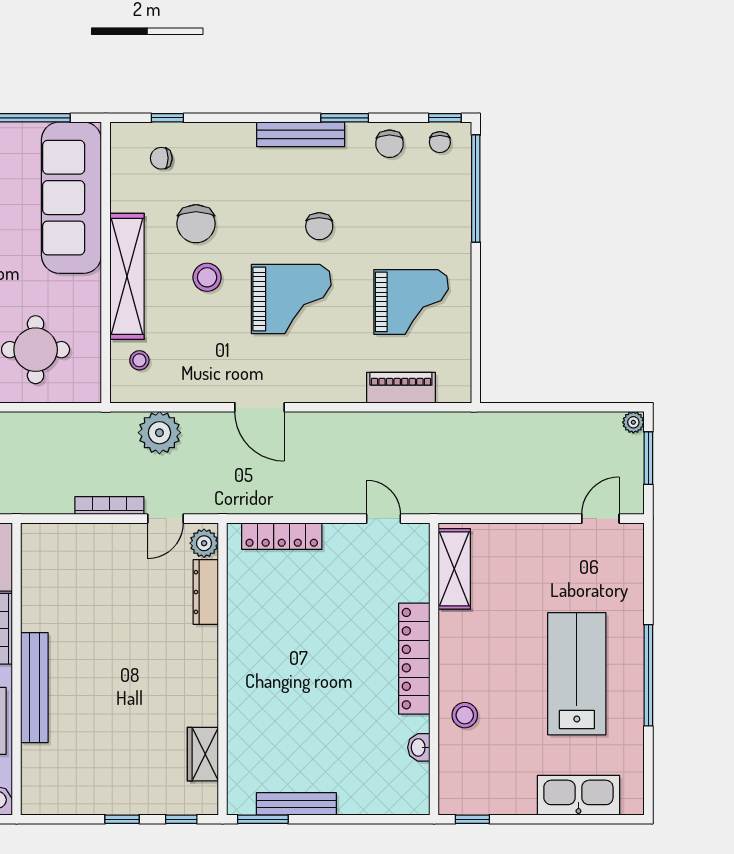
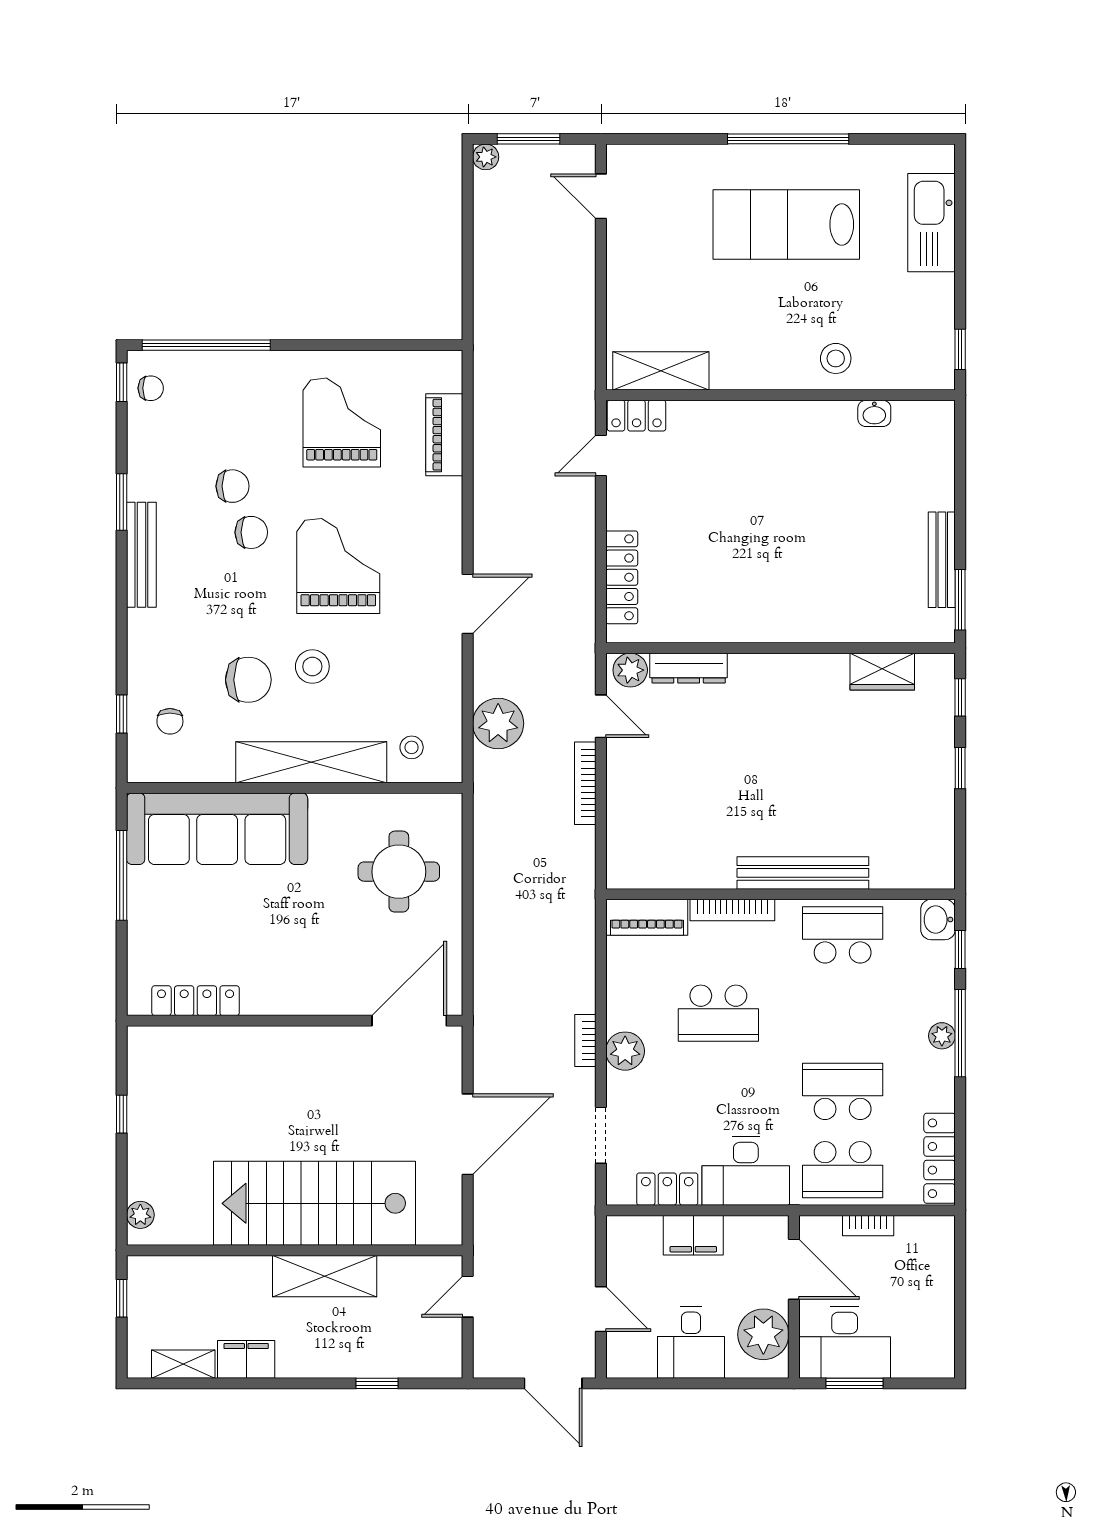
chair: (390, 144) -> (232, 486), moved
locker: (414, 659) -> (637, 416), moved, width x0.46, depth x0.83

